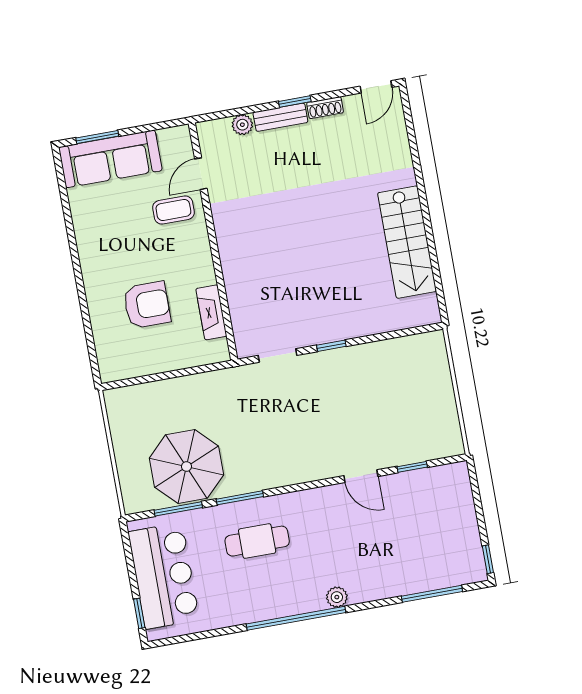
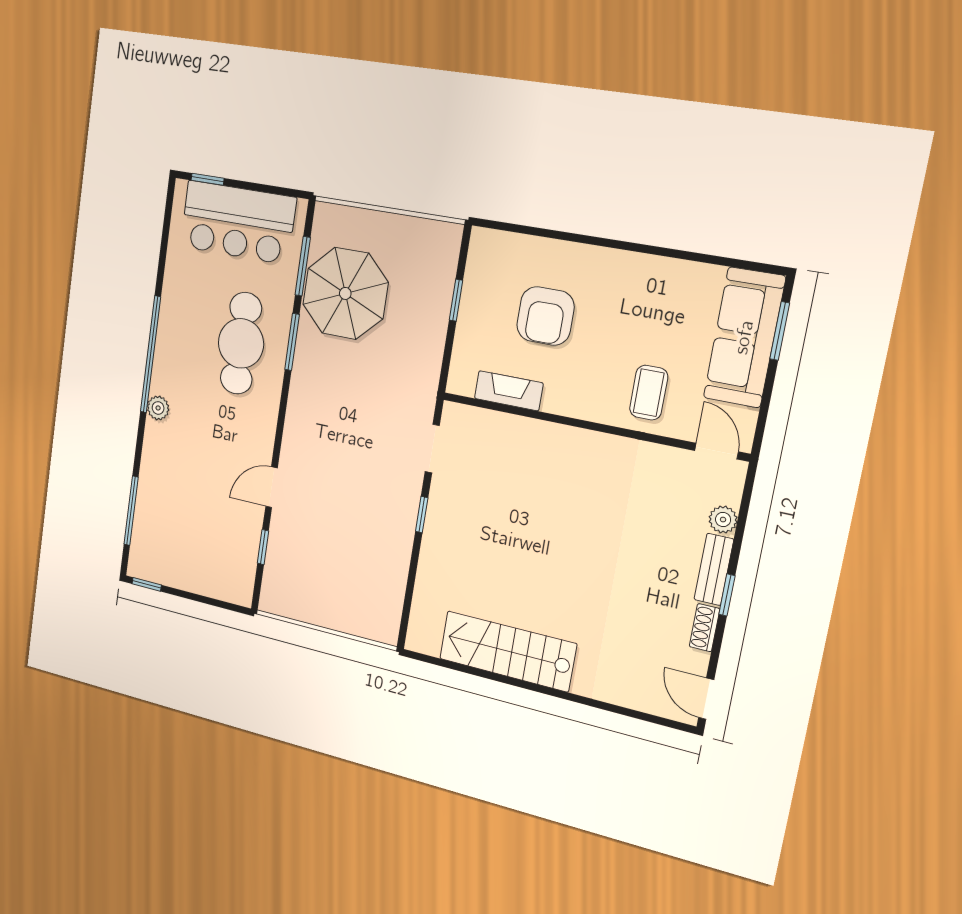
door: (201, 174) -> (716, 451), moved
window: (160, 377) -> (456, 300), added
cafe table: (257, 541) -> (241, 343), width x1.37, depth x1.35

